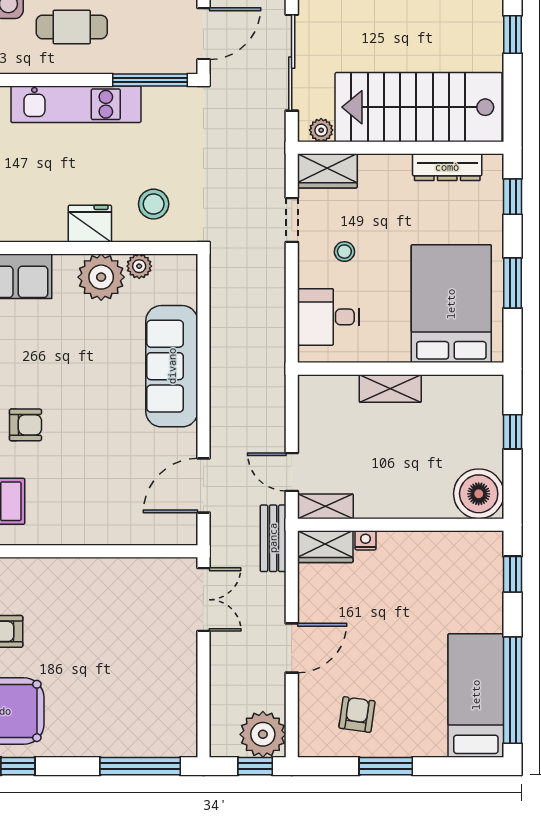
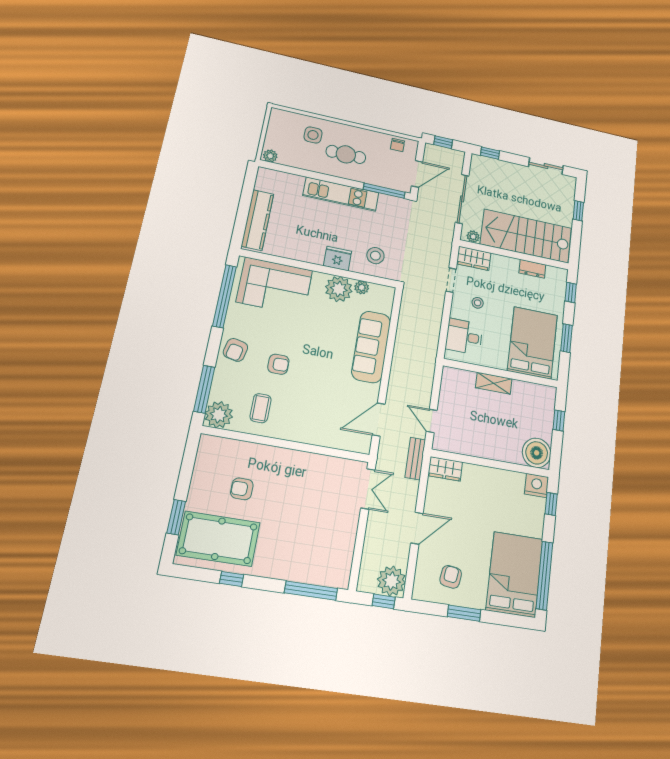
dresser: (447, 167) -> (532, 269), width x0.70
shelving: (325, 506) -> (448, 445), removed
nightstand: (365, 540) -> (537, 485), moved, width x1.89, depth x1.79
bed: (476, 695) -> (515, 574), width x1.50

